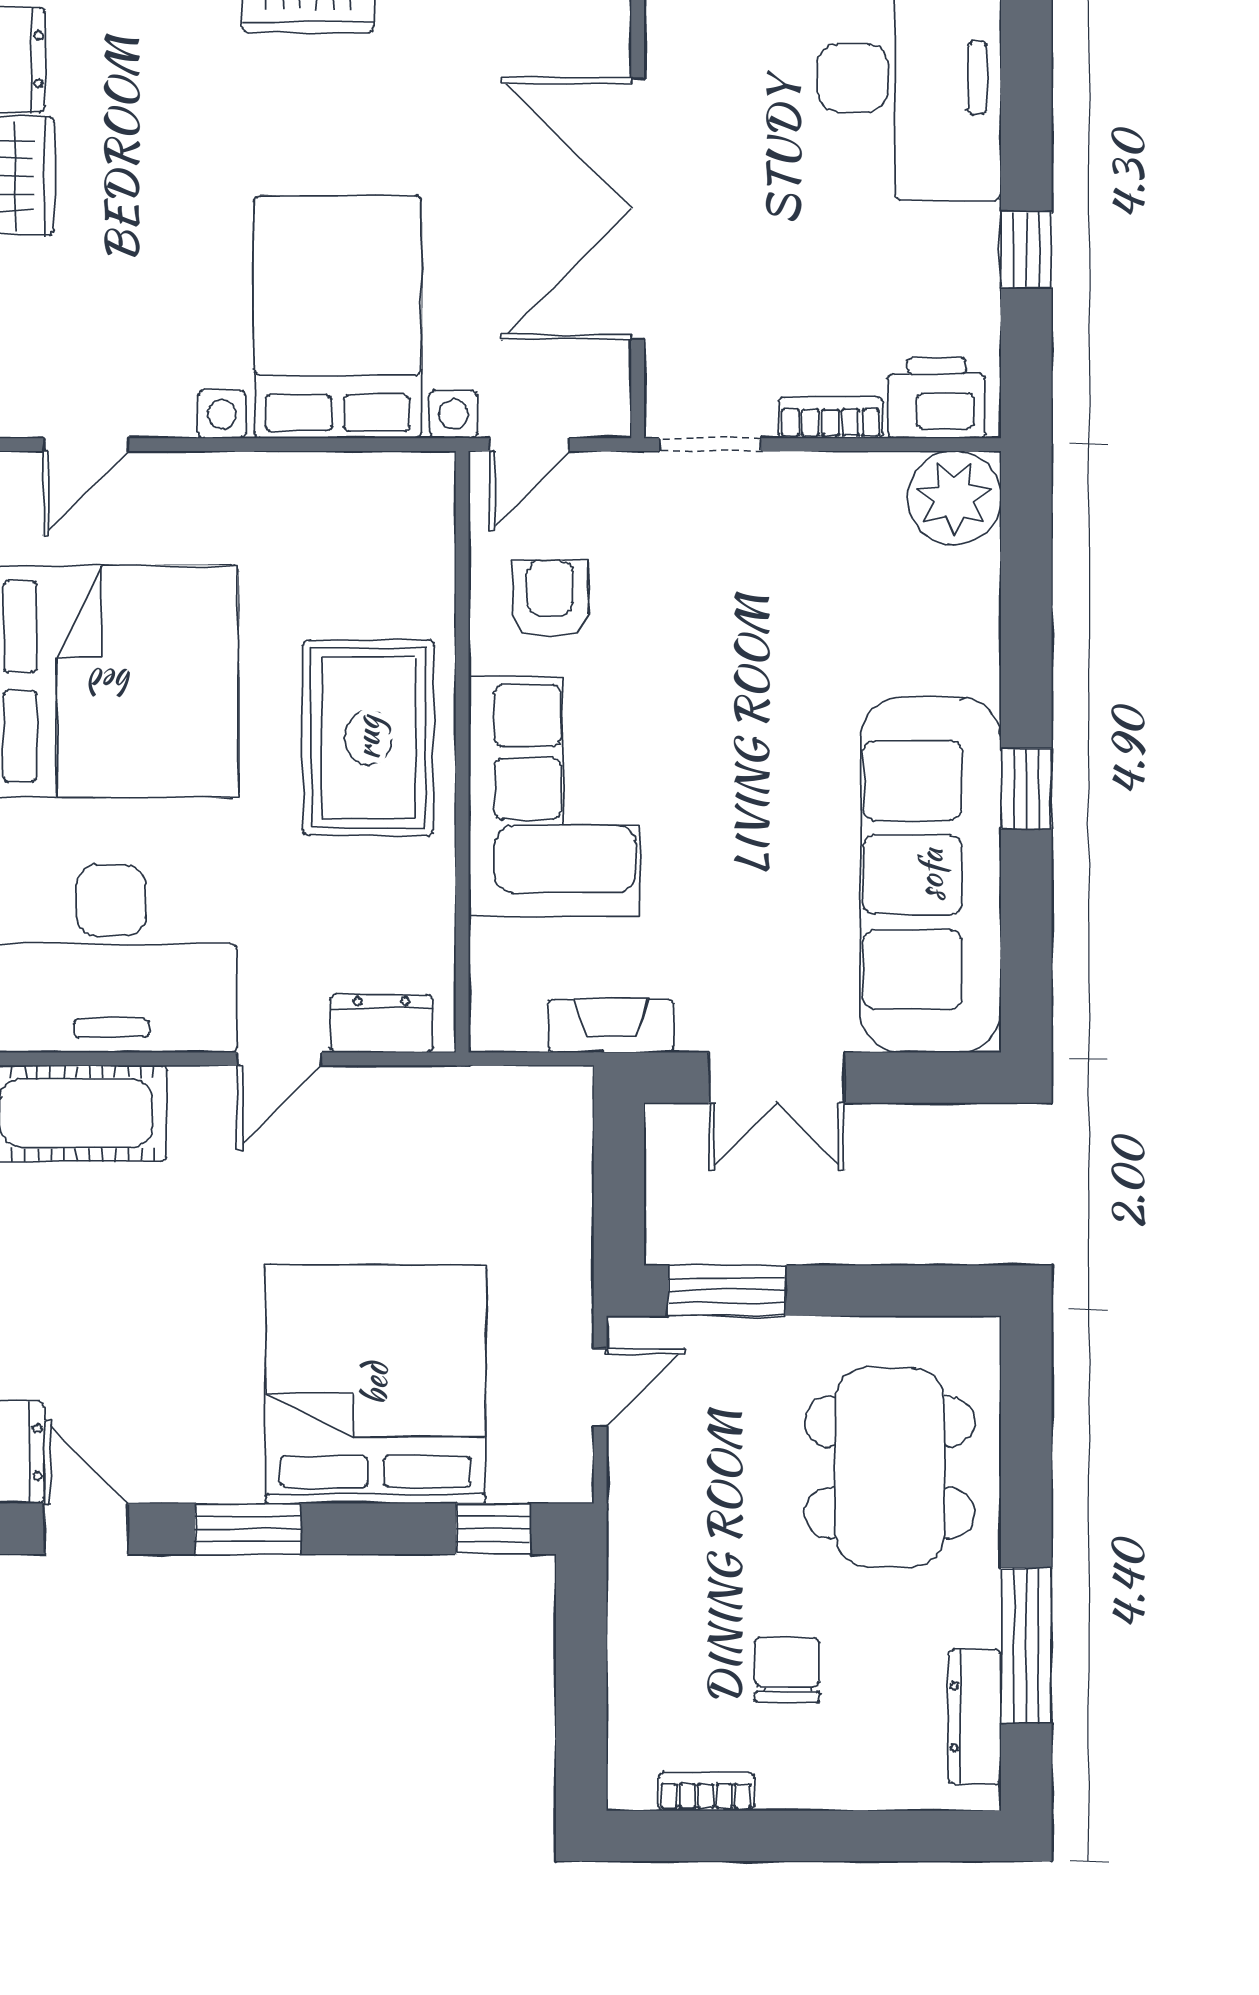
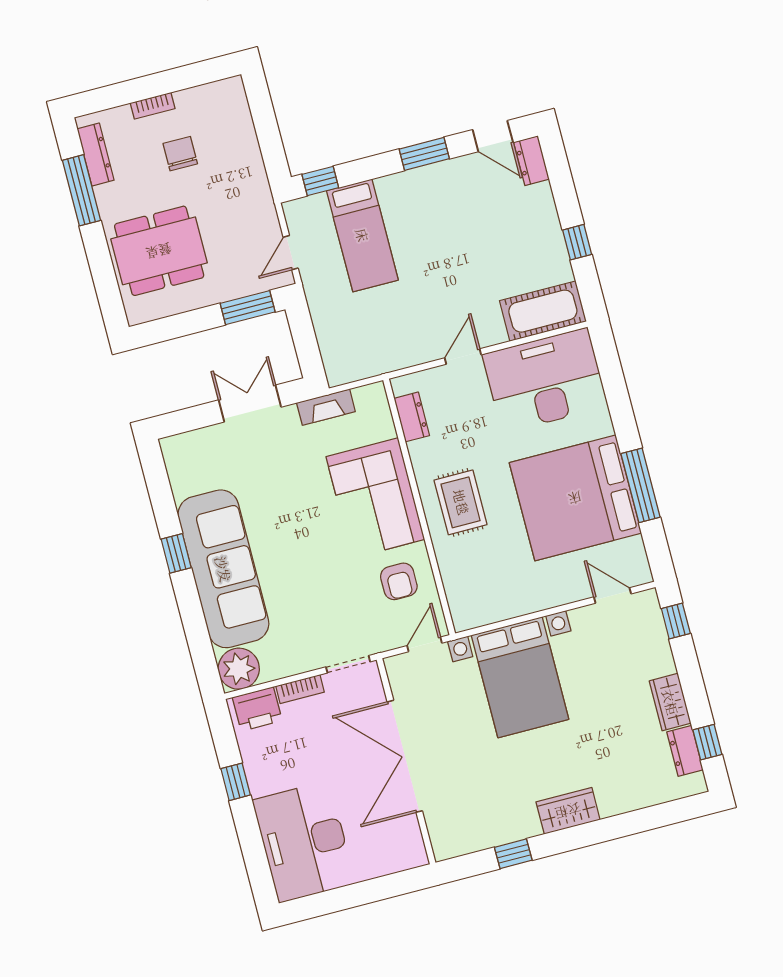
double door: (638, 209) -> (405, 756), swing flipped
door: (86, 445) -> (613, 595), hinge flipped
rug: (368, 738) -> (461, 502), width x0.73, depth x0.70
sofa: (931, 875) -> (223, 569), moved
dresser: (381, 1024) -> (412, 417), moved, turned -90
bed: (375, 1384) -> (362, 235), width x0.49
dining table: (890, 1467) -> (159, 251), turned 90
chair: (787, 1670) -> (180, 154), turned 180
bookcase: (706, 1791) -> (153, 106), moved

